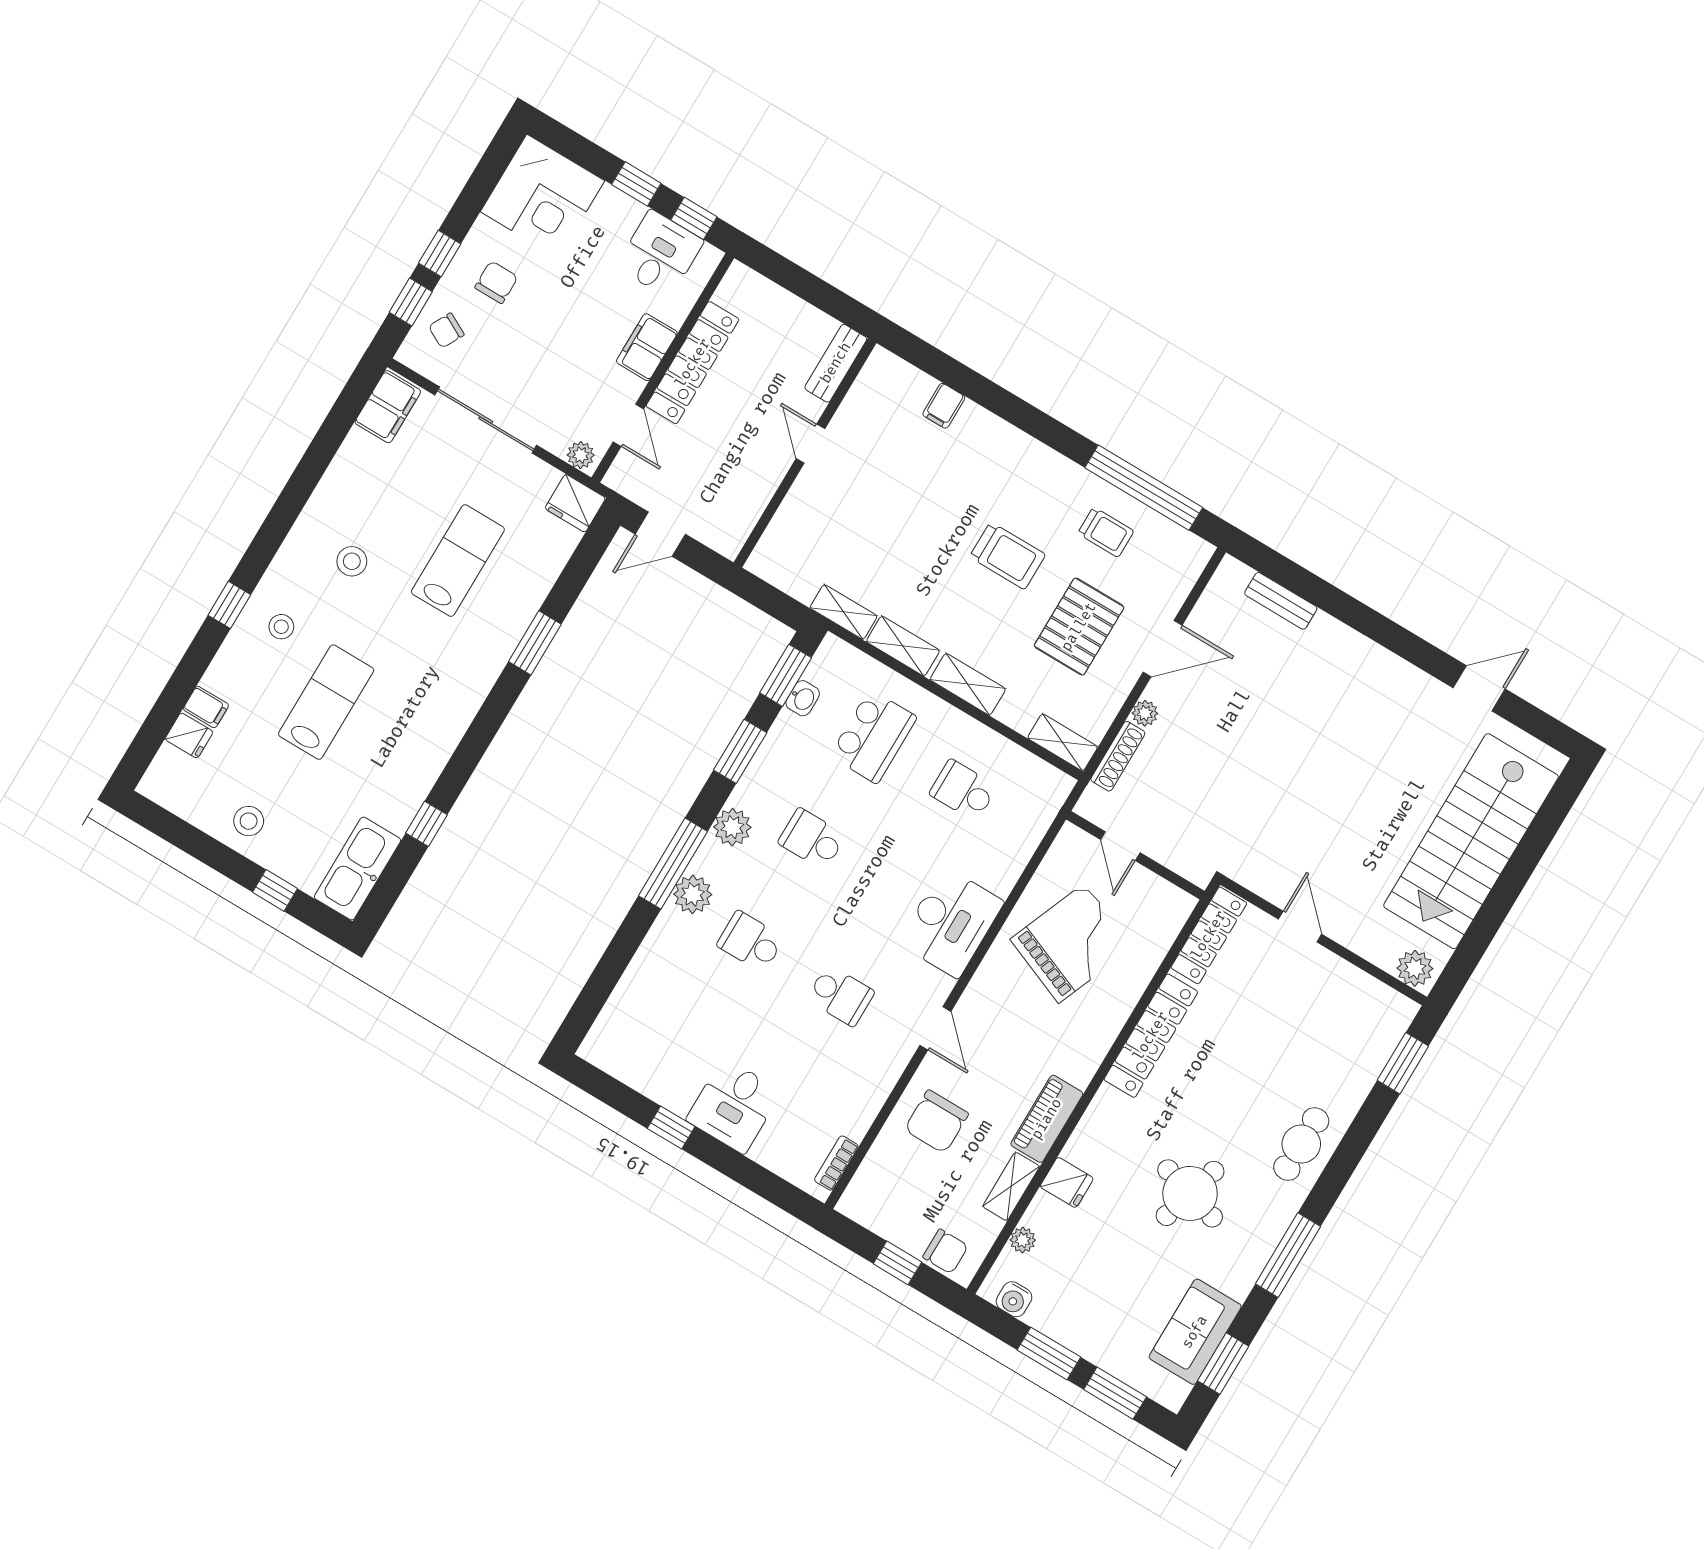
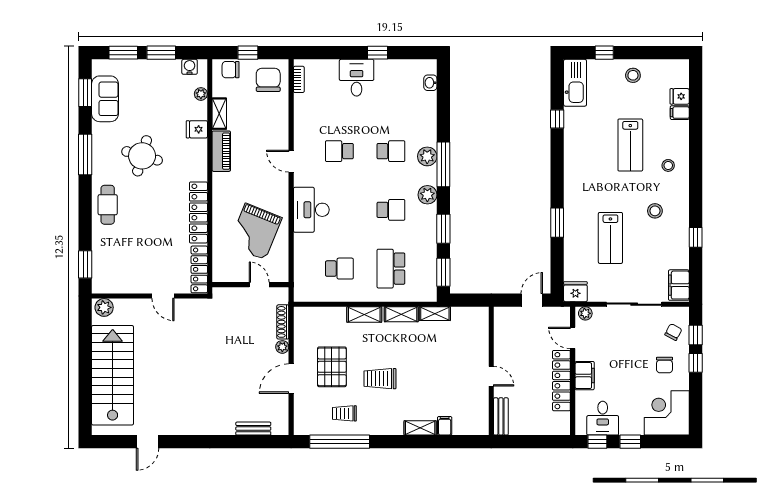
window: (229, 605) -> (696, 237), moved
washbasin: (803, 698) -> (430, 83), moved
shelving: (1063, 742) -> (420, 428), moved
chair: (936, 1122) -> (268, 80), moved

